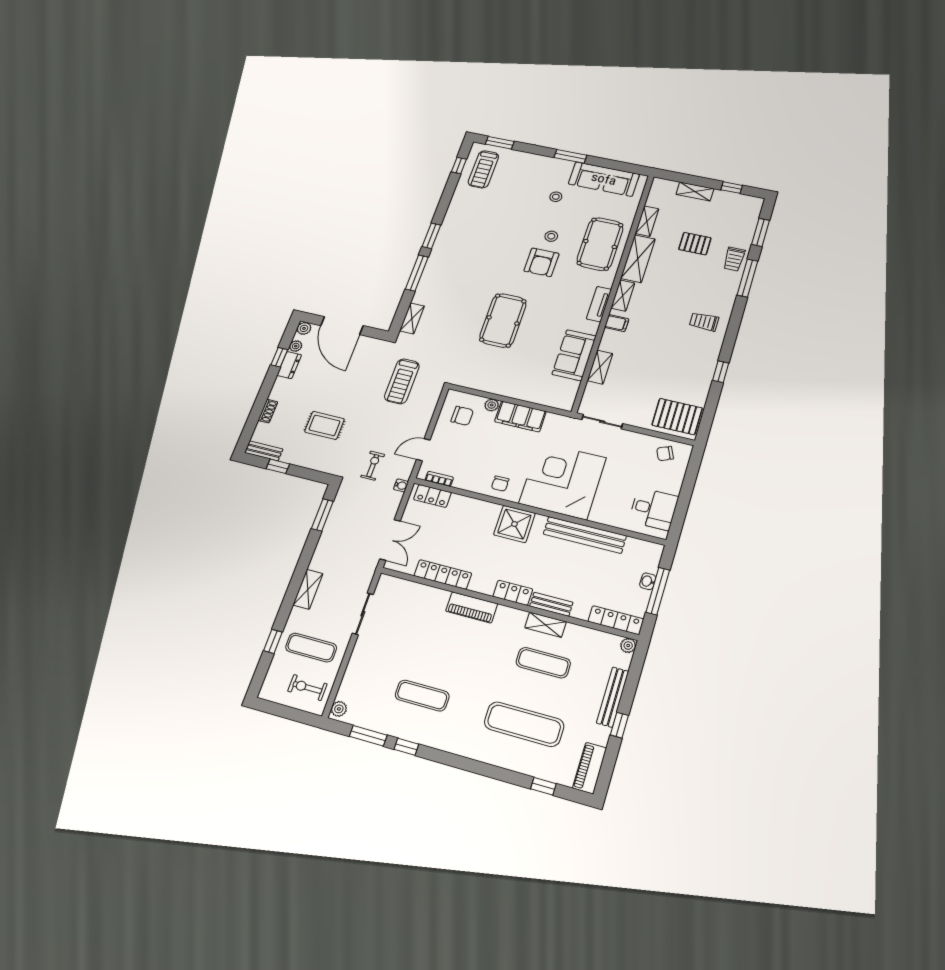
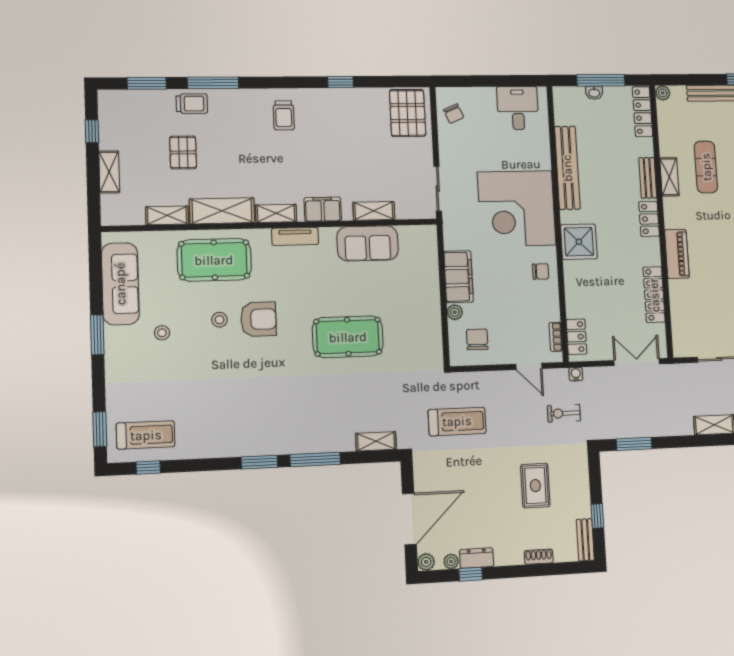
filing cabinet: (617, 323) -> (323, 209), width x2.00

